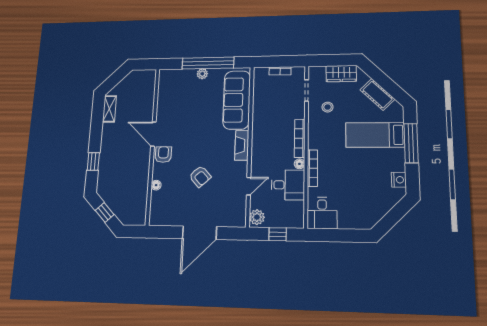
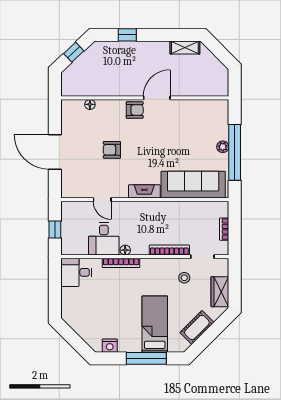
bookcase: (300, 138) -> (169, 250), moved
armchair: (200, 176) -> (112, 150), turned 42
floor lamp: (156, 185) -> (90, 104), moved
plant: (257, 217) -> (71, 209), removed

